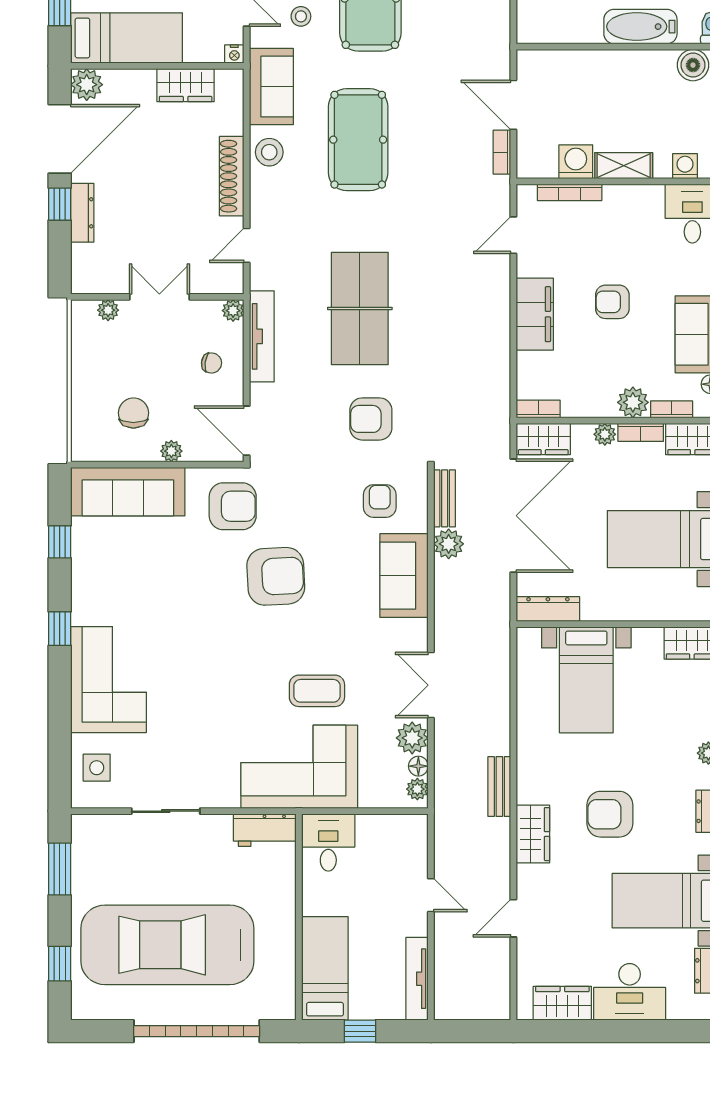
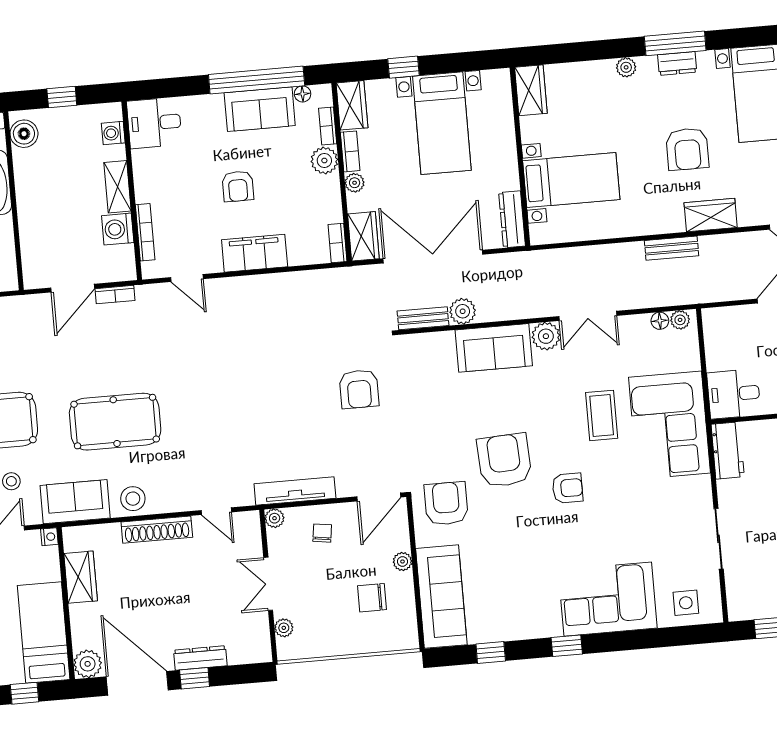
table tennis table: (360, 308) -> (263, 407), removed
armchair: (380, 501) -> (567, 488), moved, turned 180
plant: (412, 738) -> (546, 336), moved

